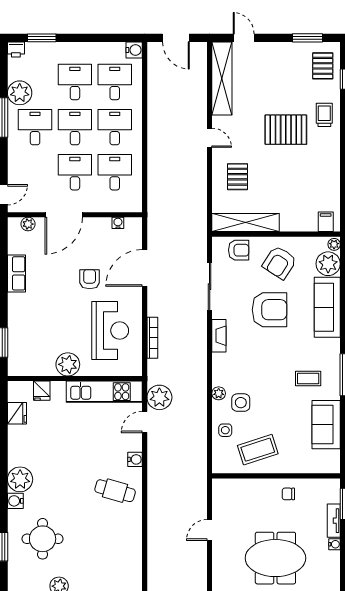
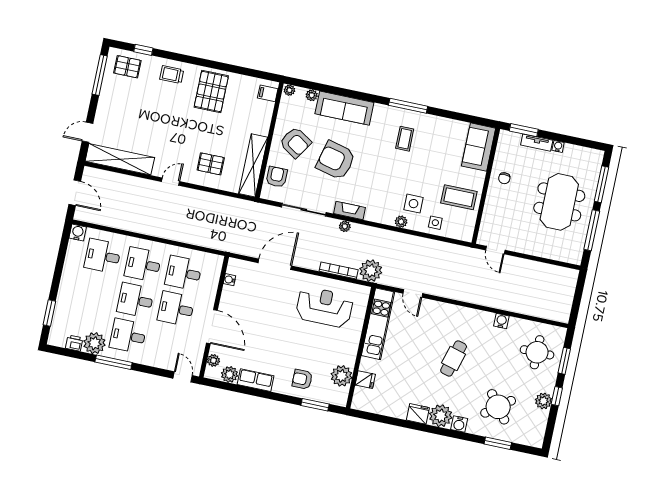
door: (176, 38) -> (75, 193), hinge flipped
window: (308, 38) -> (100, 75), width x1.44
printer: (16, 50) -> (74, 343), moved, turned -90
desk: (75, 82) -> (95, 292), removed
pallet: (286, 130) -> (211, 92), moved
plant: (17, 244) -> (230, 374), added
plant: (328, 264) -> (312, 95), width x0.53, depth x0.53
door: (145, 268) -> (275, 264), swing flipped
armchair: (90, 279) -> (302, 379), moved
armchair: (269, 310) -> (336, 160), turned -76
plant: (201, 334) -> (345, 226), added
plant: (68, 364) -> (341, 376), moved
plant: (159, 397) -> (371, 271), moved
fridge: (17, 413) -> (418, 414), moved
sofa: (326, 425) -> (479, 147), moved, turned 90
coffee table: (258, 450) -> (459, 197), turned -72
water cooler: (135, 459) -> (501, 321), moved
cafe table: (115, 491) -> (454, 359), moved
door: (210, 530) -> (495, 250), moved
round table: (43, 539) -> (498, 407), turned -37
round table: (110, 568) -> (537, 352), added

